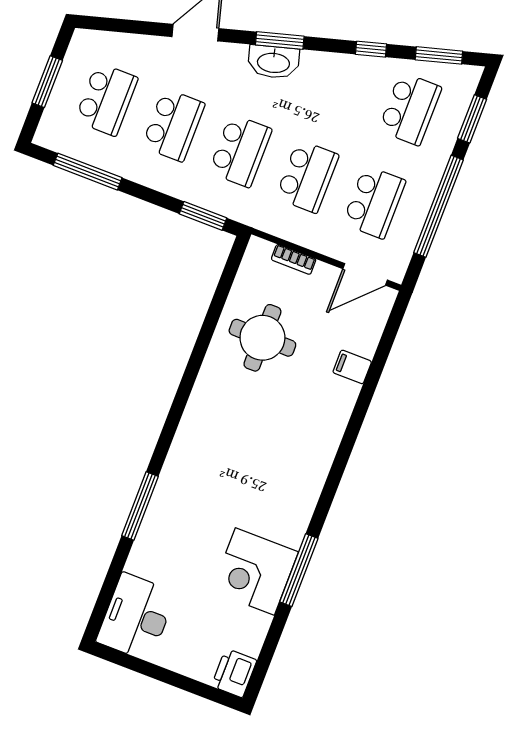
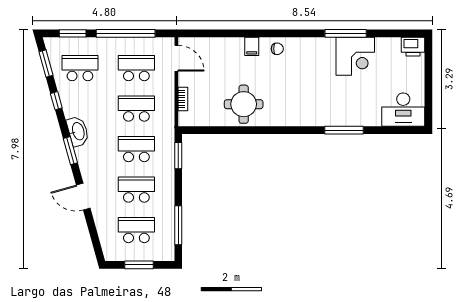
washbasin: (274, 62) -> (78, 131), moved
round table: (262, 338) -> (244, 104), moved
filing cabinet: (352, 367) -> (252, 46), moved
chair: (317, 447) -> (277, 49), added

